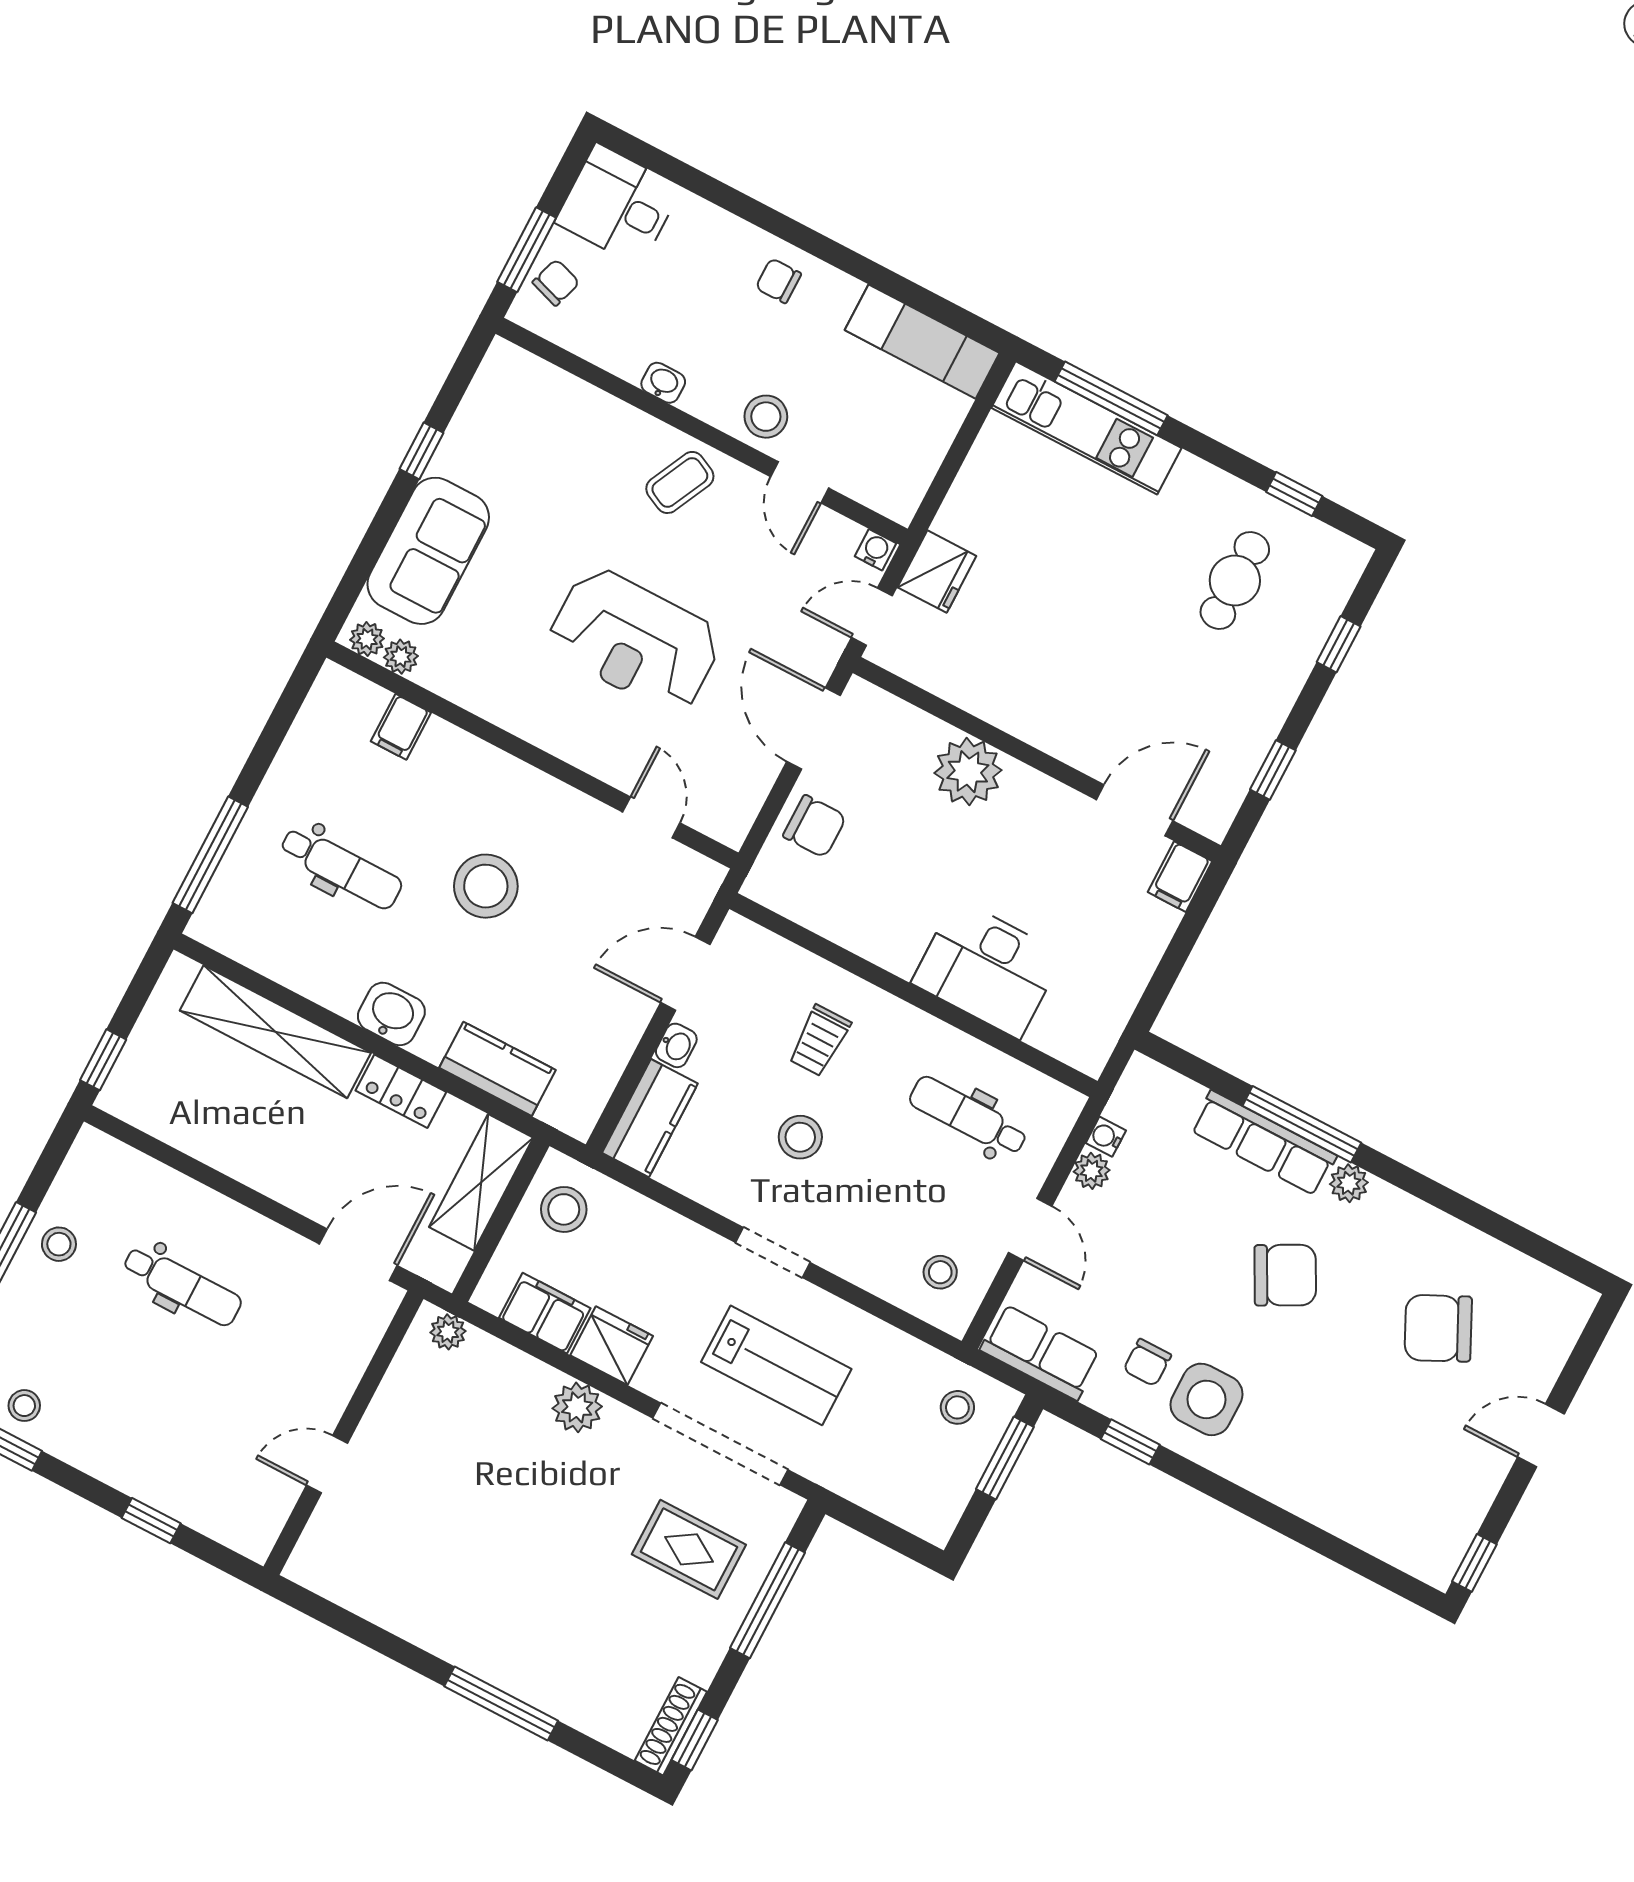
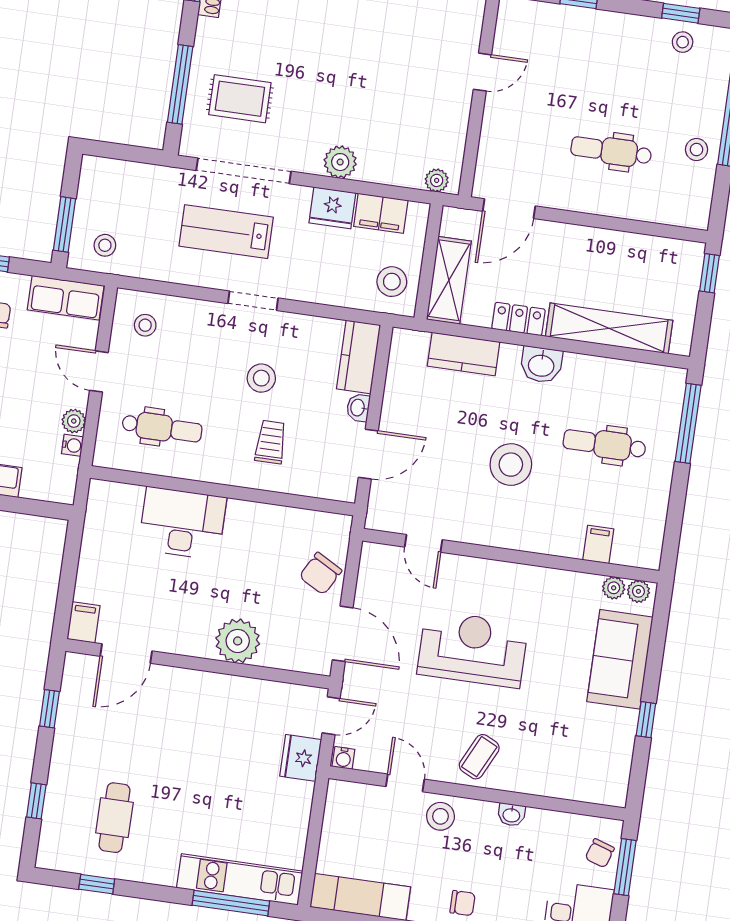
chair: (815, 826) -> (320, 574), turned -61

